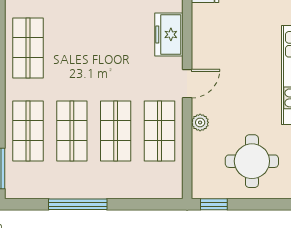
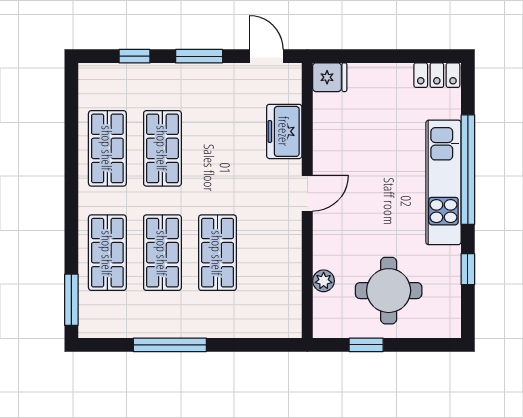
plant: (200, 122) -> (324, 281), moved
shop shelf: (160, 131) -> (162, 148), moved
window: (214, 204) -> (366, 345), moved

